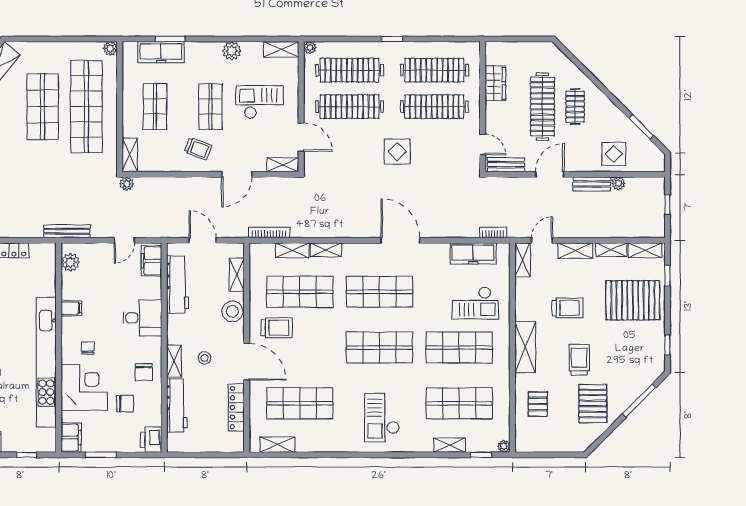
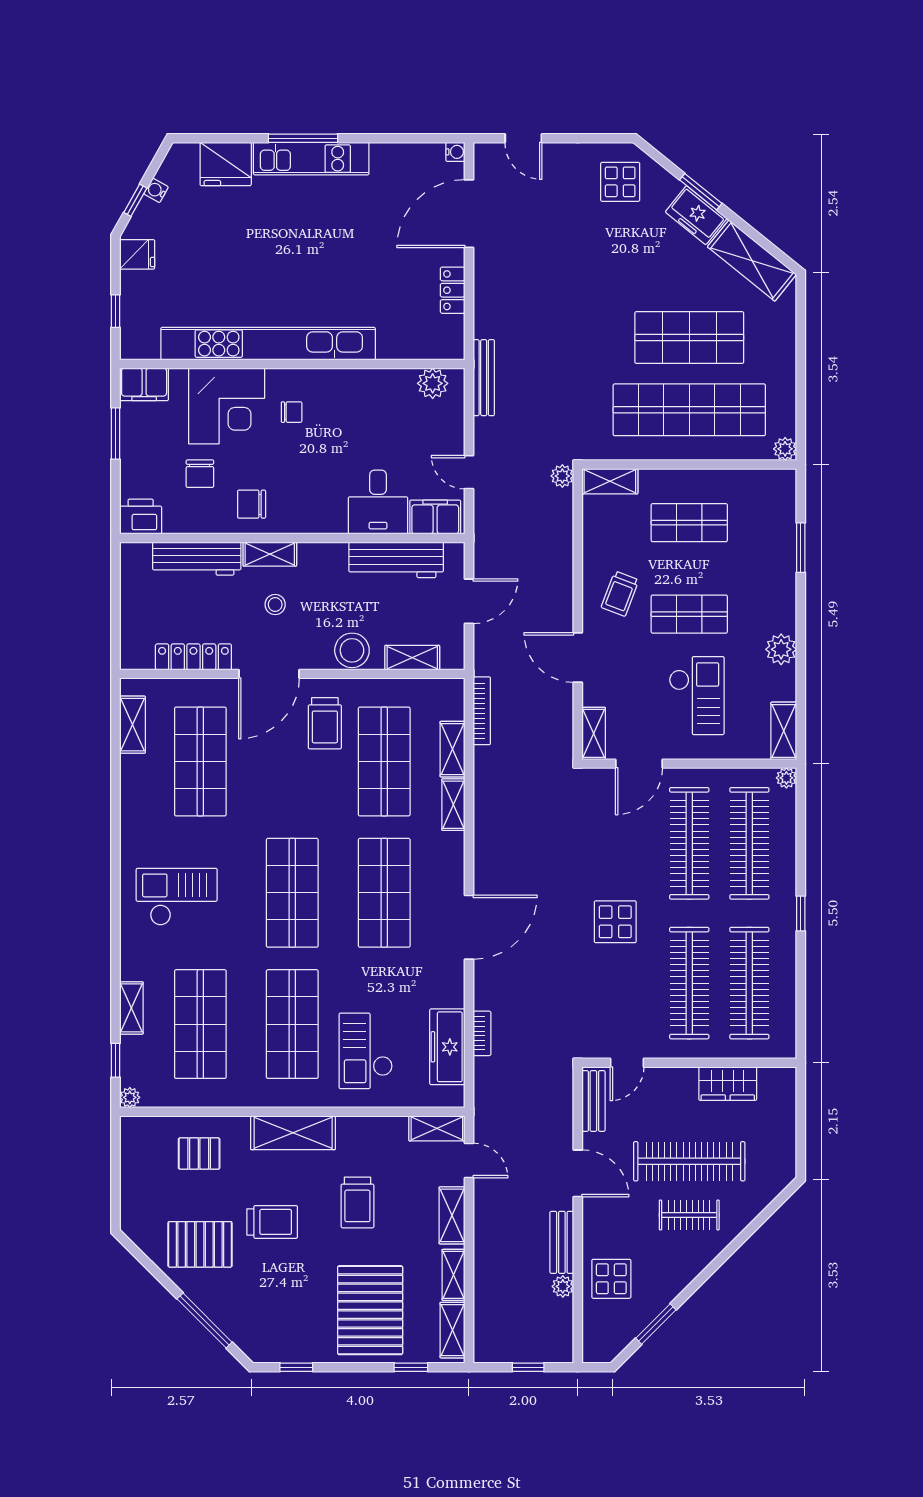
freezer: (161, 52) -> (779, 533), removed
bookcase: (493, 232) -> (482, 1033), moved
filing cabinet: (71, 308) -> (357, 385), removed
desk: (142, 318) -> (378, 502), moved

